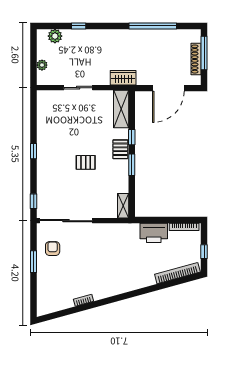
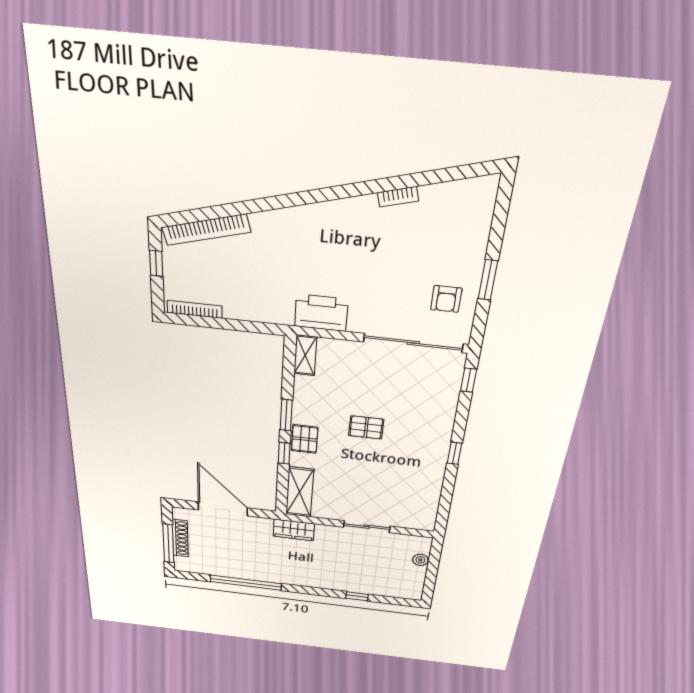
plant: (55, 36) -> (395, 590), removed
door: (168, 88) -> (223, 509), hinge flipped
printer: (154, 233) -> (321, 313), moved

